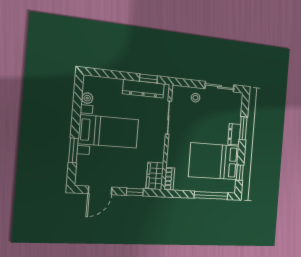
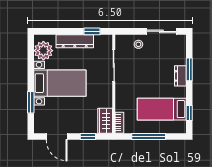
dresser: (143, 89) -> (75, 41), moved
plant: (87, 98) -> (43, 51), width x1.88, depth x1.88
bed: (214, 161) -> (162, 109), width x0.67
door: (100, 190) -> (57, 137), hinge flipped
window: (211, 195) -> (149, 137), moved

